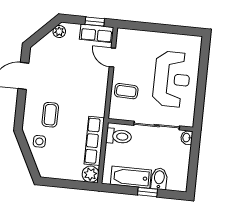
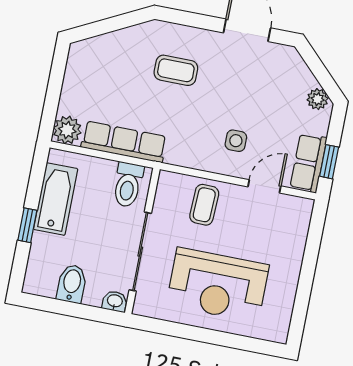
side table: (39, 141) -> (236, 141), moved
bidet: (159, 179) -> (72, 284), moved, turned -90

